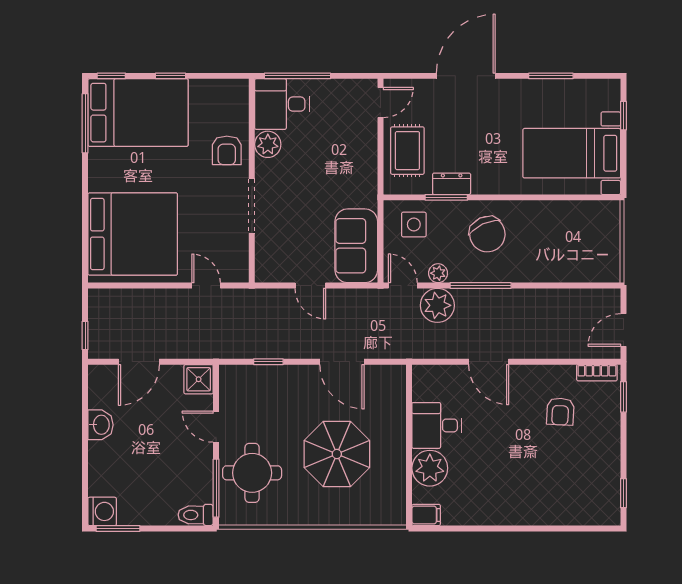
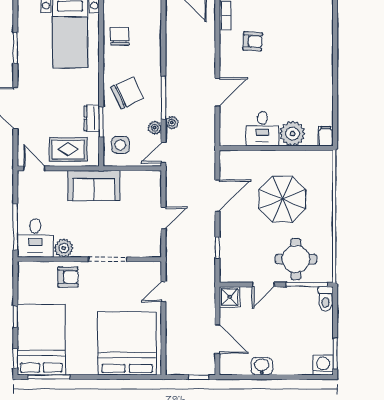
chair: (568, 223) -> (120, 36), added
sofa: (356, 246) -> (94, 186), moved
plant: (437, 305) -> (172, 123), width x0.53, depth x0.53

